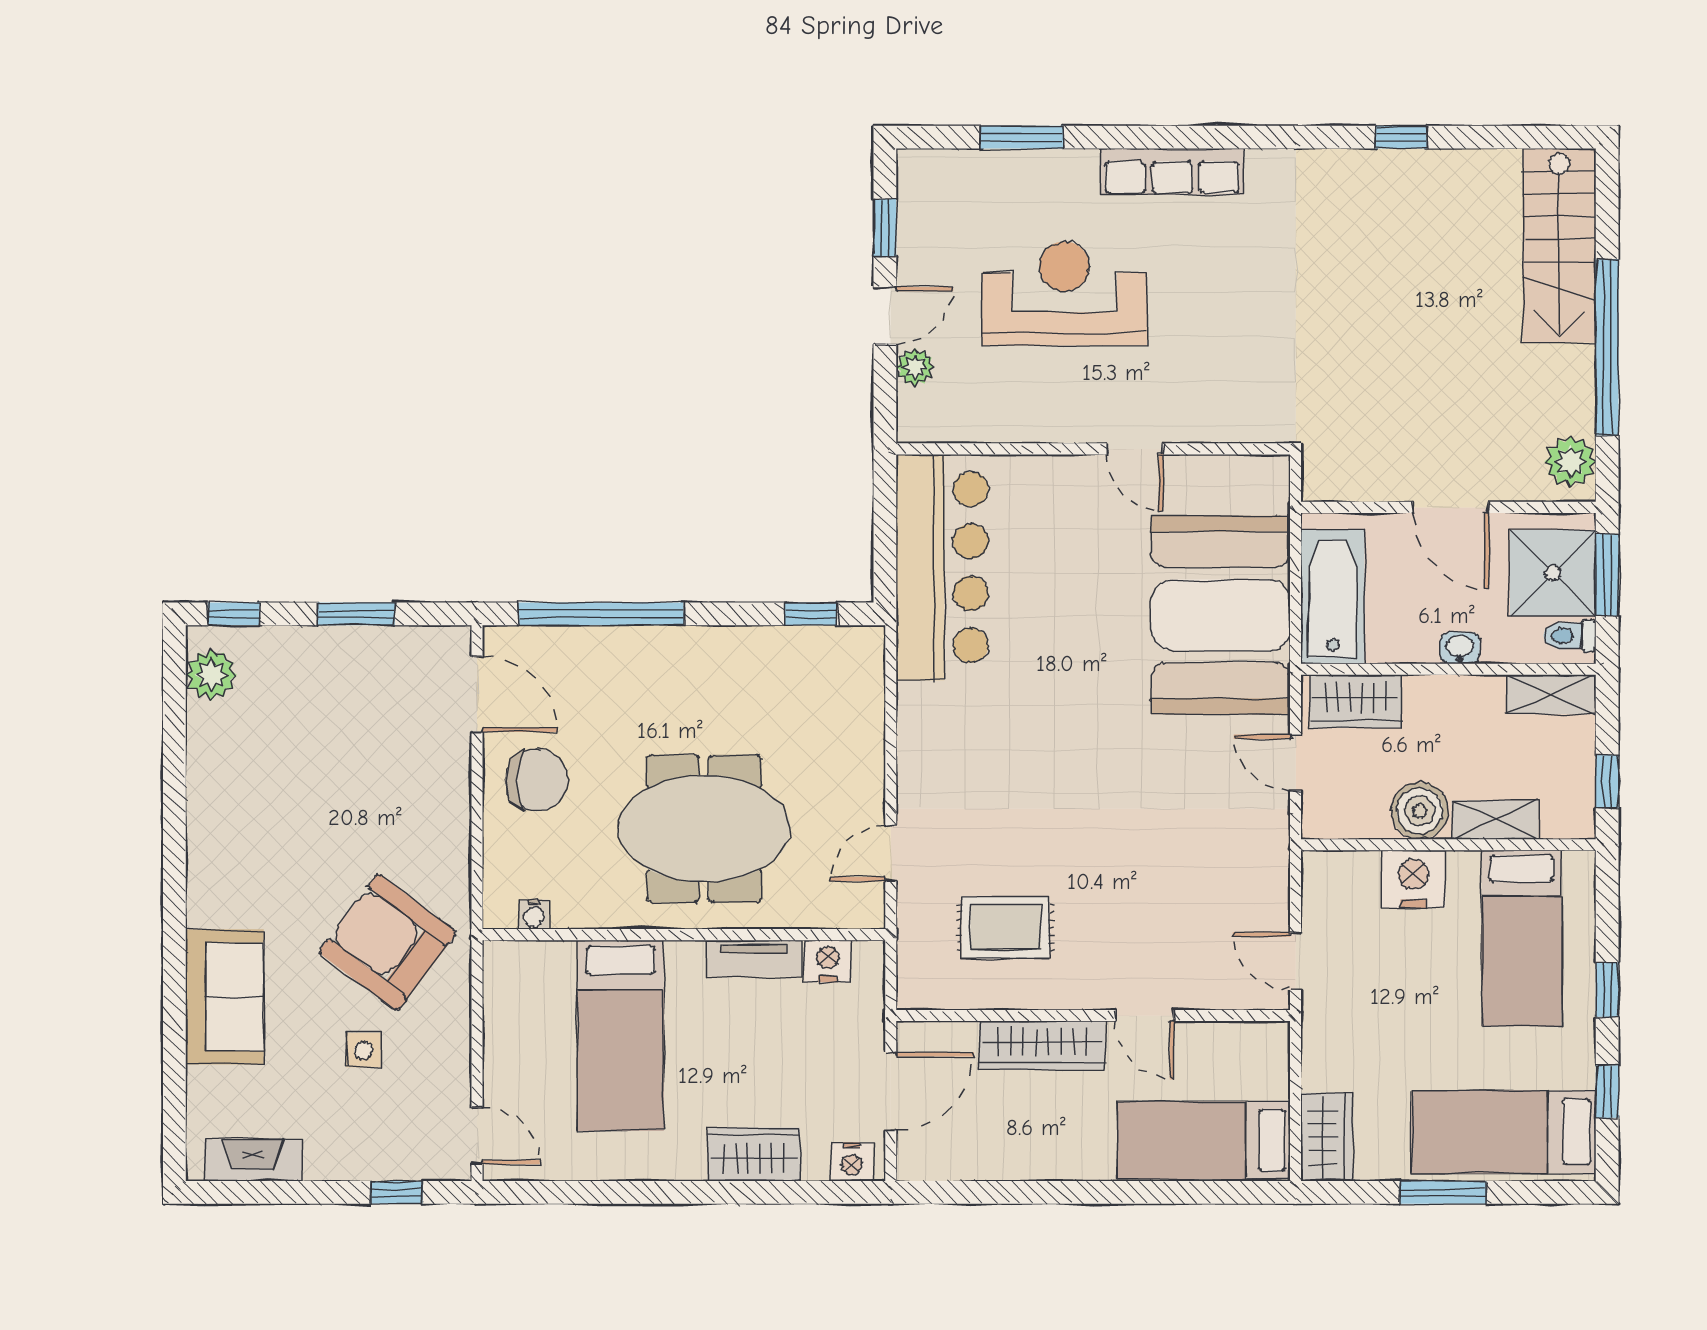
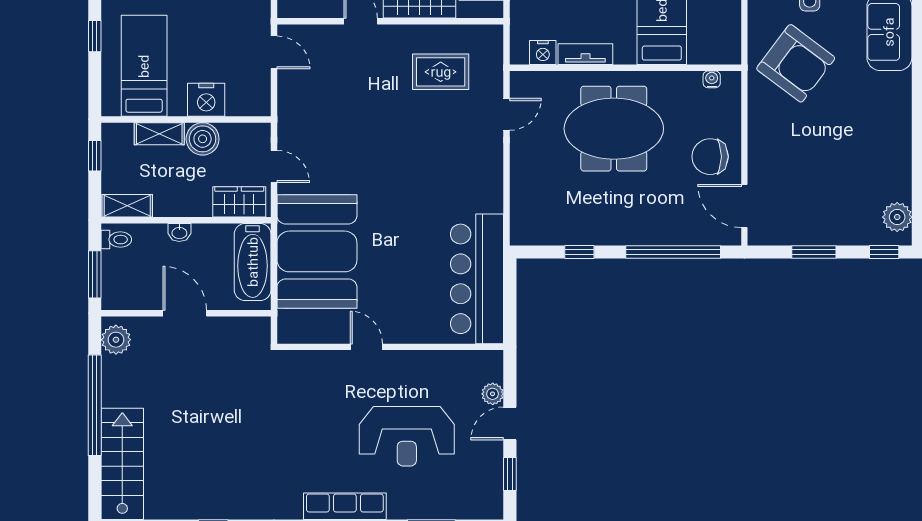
shower: (1553, 573) -> (126, 276), removed
window: (811, 614) -> (579, 252), moved

